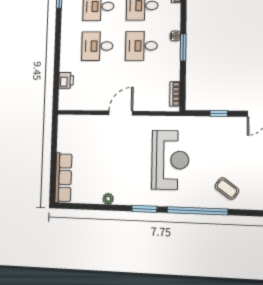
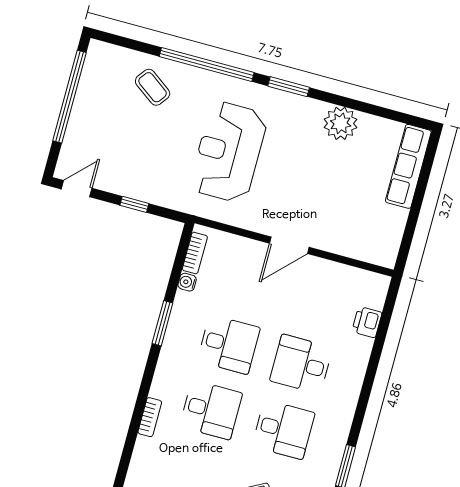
water cooler: (175, 36) -> (187, 282), moved
desk: (97, 46) -> (301, 364), turned 180
plant: (108, 199) -> (341, 123), width x1.88, depth x1.88

